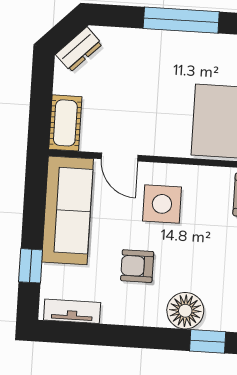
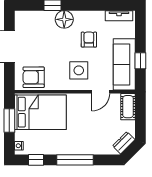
door: (120, 157) -> (101, 92), swing flipped
window: (31, 266) -> (140, 61), moved
armchair: (137, 266) -> (89, 40), turned -90

